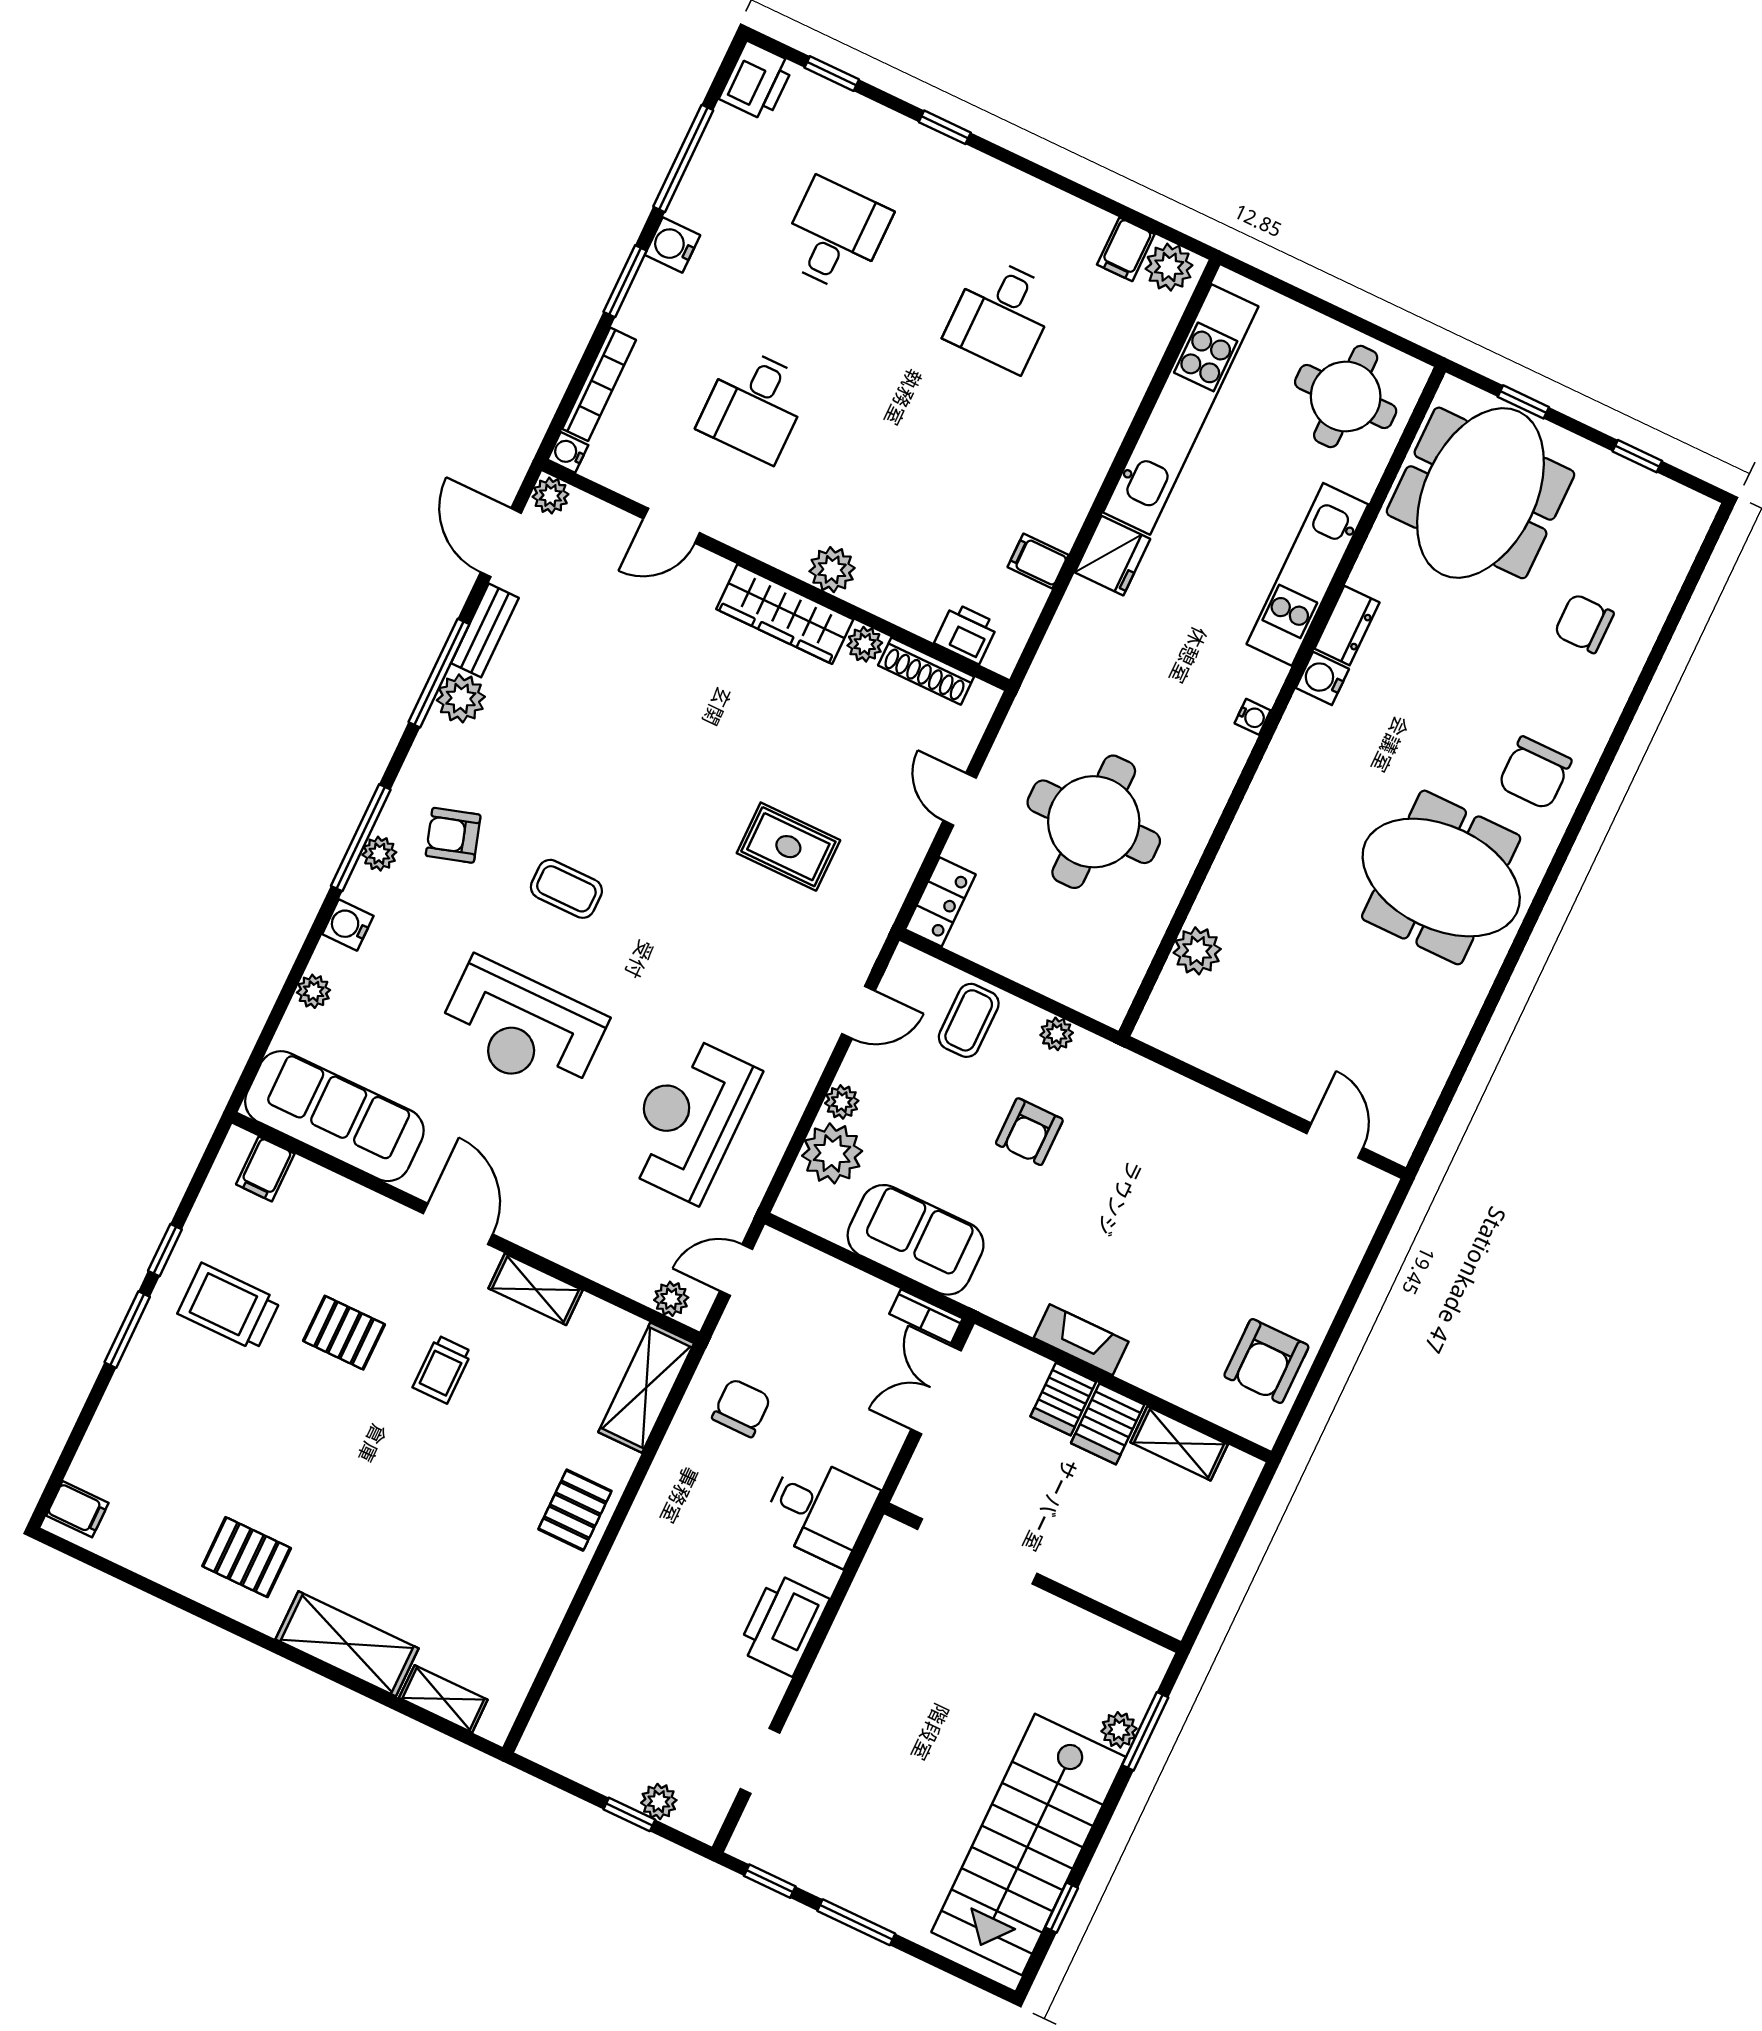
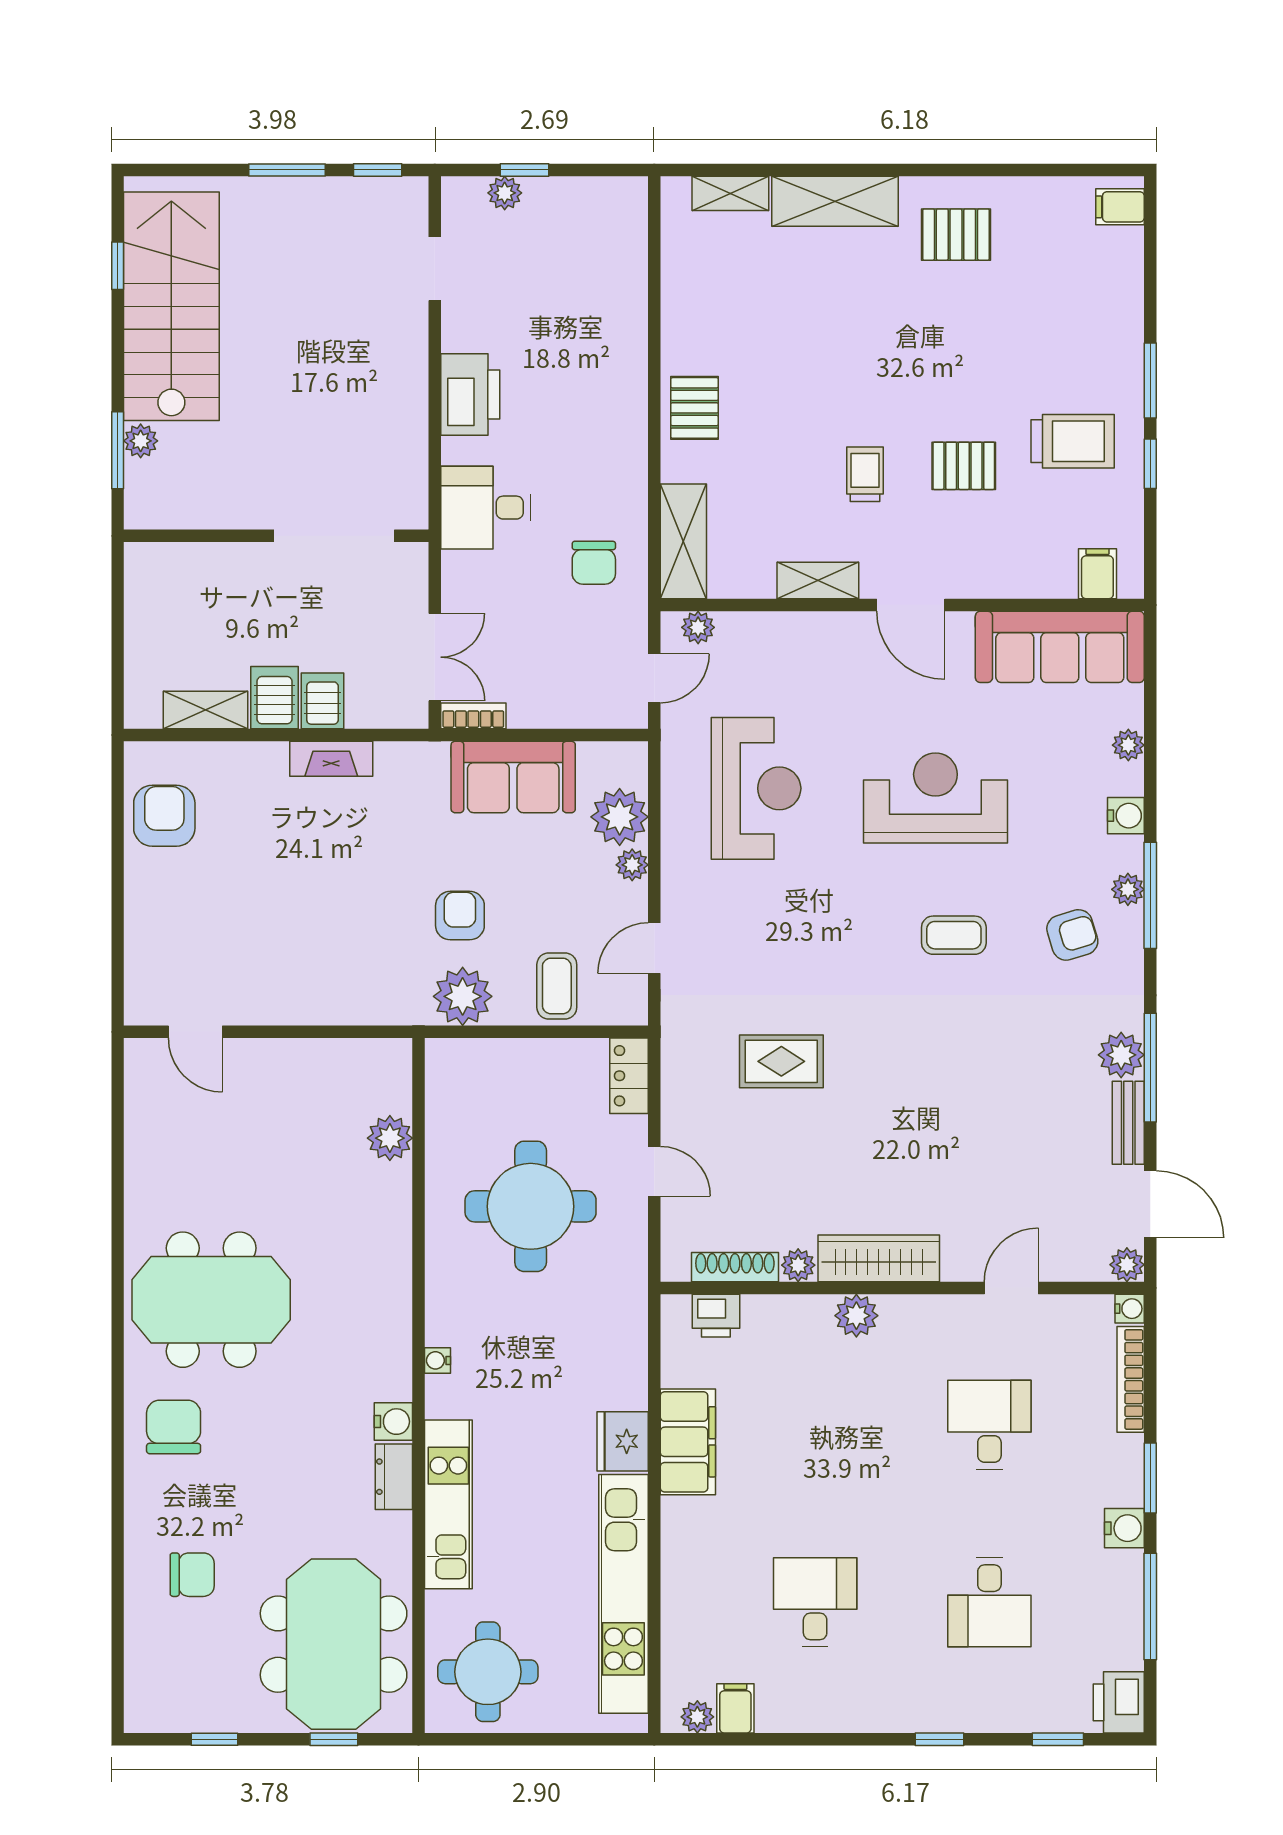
plant: (1169, 267) -> (697, 1717), width x0.73, depth x0.73
filing cabinet: (1038, 561) -> (688, 1442), width x3.00, depth x1.17
plant: (1057, 1034) -> (463, 996), width x1.87, depth x1.87

